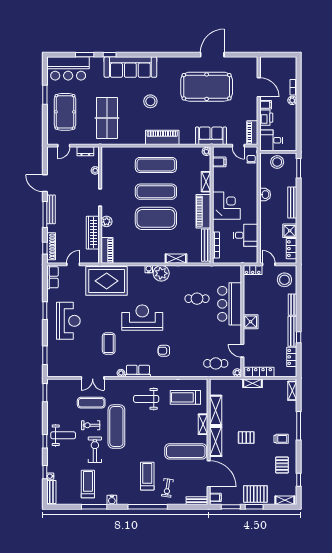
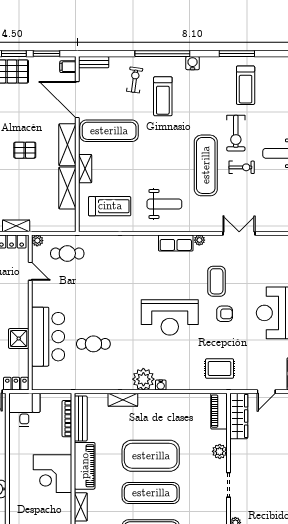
wardrobe: (93, 233) -> (239, 416), moved
desk: (246, 235) -> (24, 410), moved, turned 90
rug: (107, 281) -> (220, 369), width x0.54, depth x0.49
shower: (251, 322) -> (19, 339), moved
armchair: (164, 351) -> (225, 314), moved
exercise mat: (91, 403) -> (241, 199), removed
water cooler: (112, 500) -> (193, 63), moved

